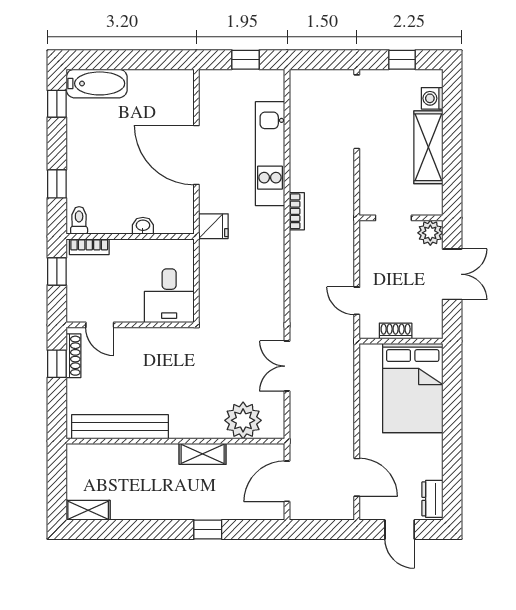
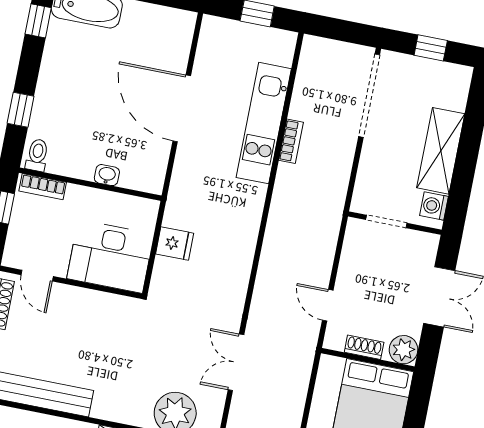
washing machine: (432, 98) -> (434, 206), moved
bookcase: (297, 211) -> (291, 141), moved
fridge: (213, 226) -> (175, 244), moved
plant: (430, 233) -> (404, 350), moved
desk: (169, 296) -> (110, 256), width x1.37

